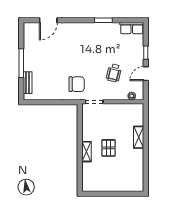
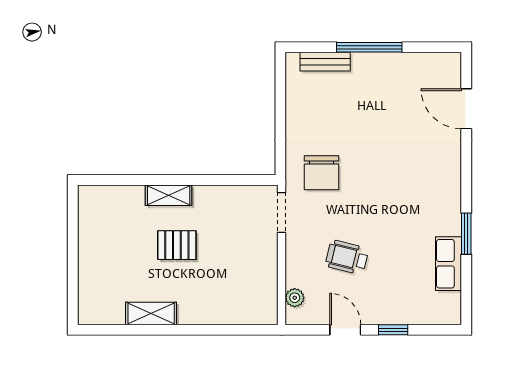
row of seats: (132, 28) -> (449, 264), moved
shelving: (139, 137) -> (151, 313), moved

